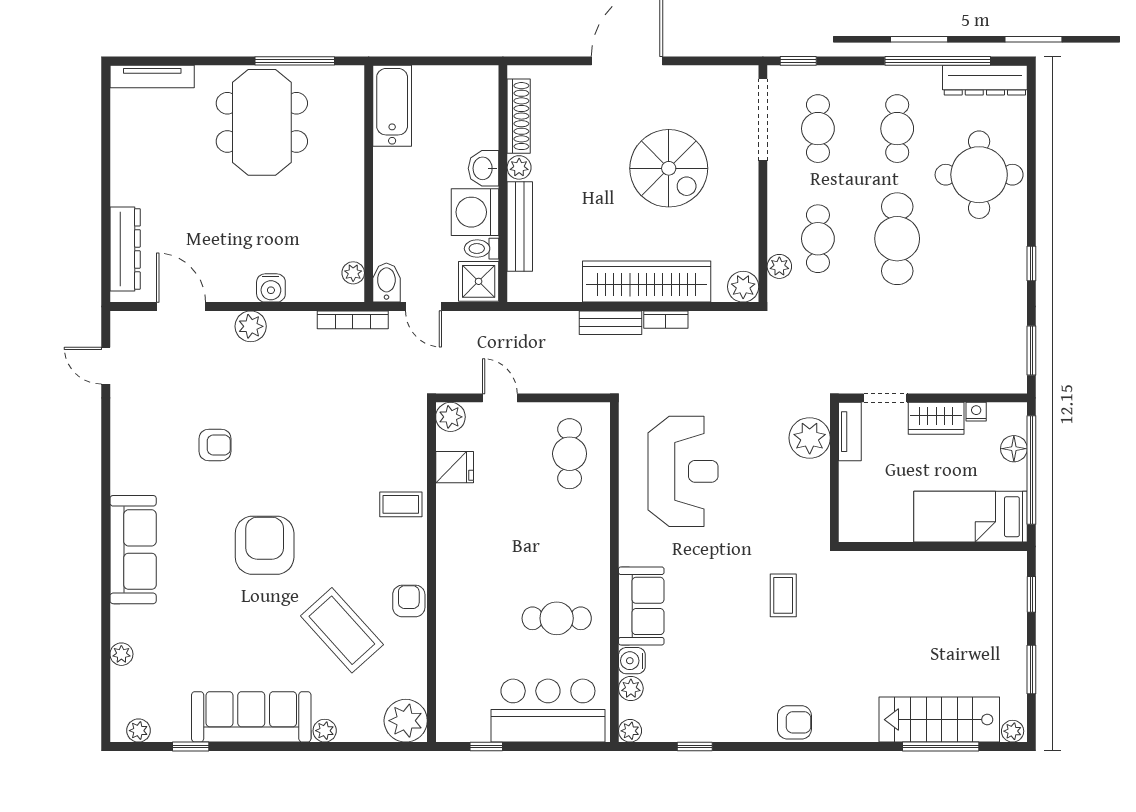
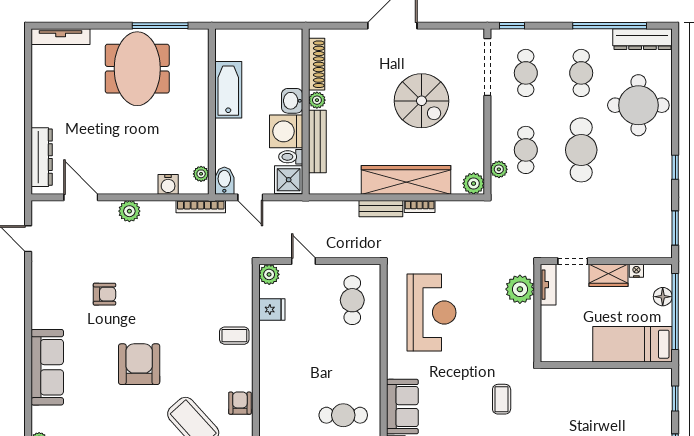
bathtub: (392, 106) -> (228, 90), moved
water cooler: (271, 288) -> (168, 184), moved

